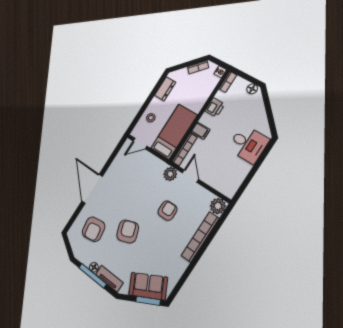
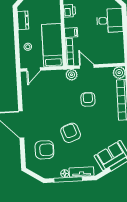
armchair: (94, 229) -> (44, 150), turned -81

